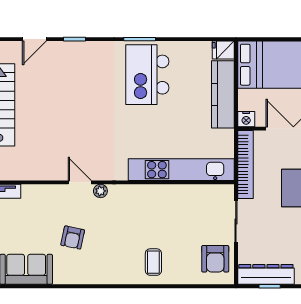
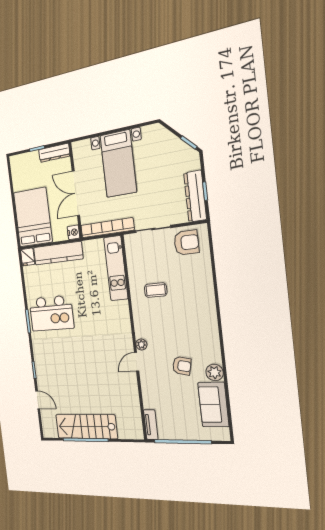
kitchen unit: (181, 170) -> (116, 268), width x0.73
coffee table: (153, 262) -> (156, 290), moved
plant: (64, 275) -> (215, 372), added

